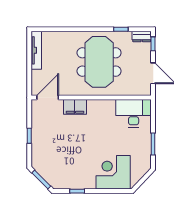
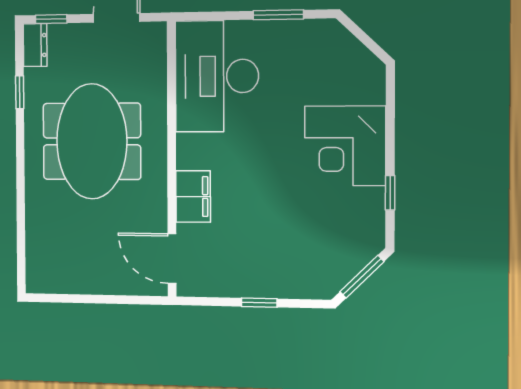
tv unit: (36, 50) -> (67, 283), removed
meeting table: (99, 62) -> (92, 141), turned 90
desk: (134, 113) -> (217, 76), width x1.36, depth x1.30
corner desk: (113, 172) -> (345, 146), moved

